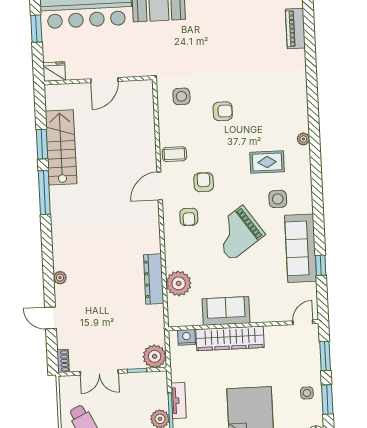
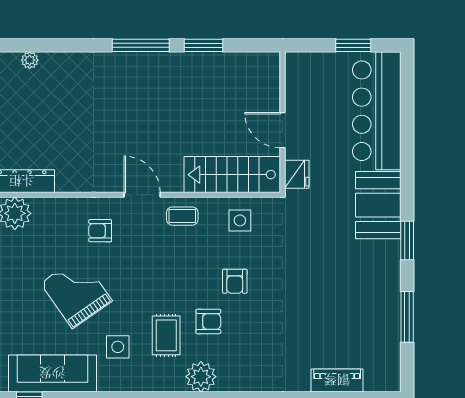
fridge: (54, 72) -> (297, 174), moved
side table: (181, 96) -> (240, 220), moved
plant: (303, 139) -> (201, 377), width x1.87, depth x1.87
stairs: (61, 147) -> (232, 175), moved, turned 180
coffee table: (174, 154) -> (182, 216), turned 90
armchair: (204, 182) -> (208, 321), moved

